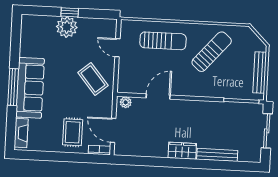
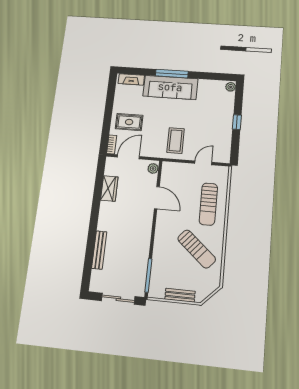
plant: (67, 27) -> (231, 87), moved, width x0.53, depth x0.53
bench: (260, 73) -> (180, 295), width x0.73
coffee table: (93, 79) -> (176, 141), turned -50
wardrobe: (182, 151) -> (109, 189), moved

